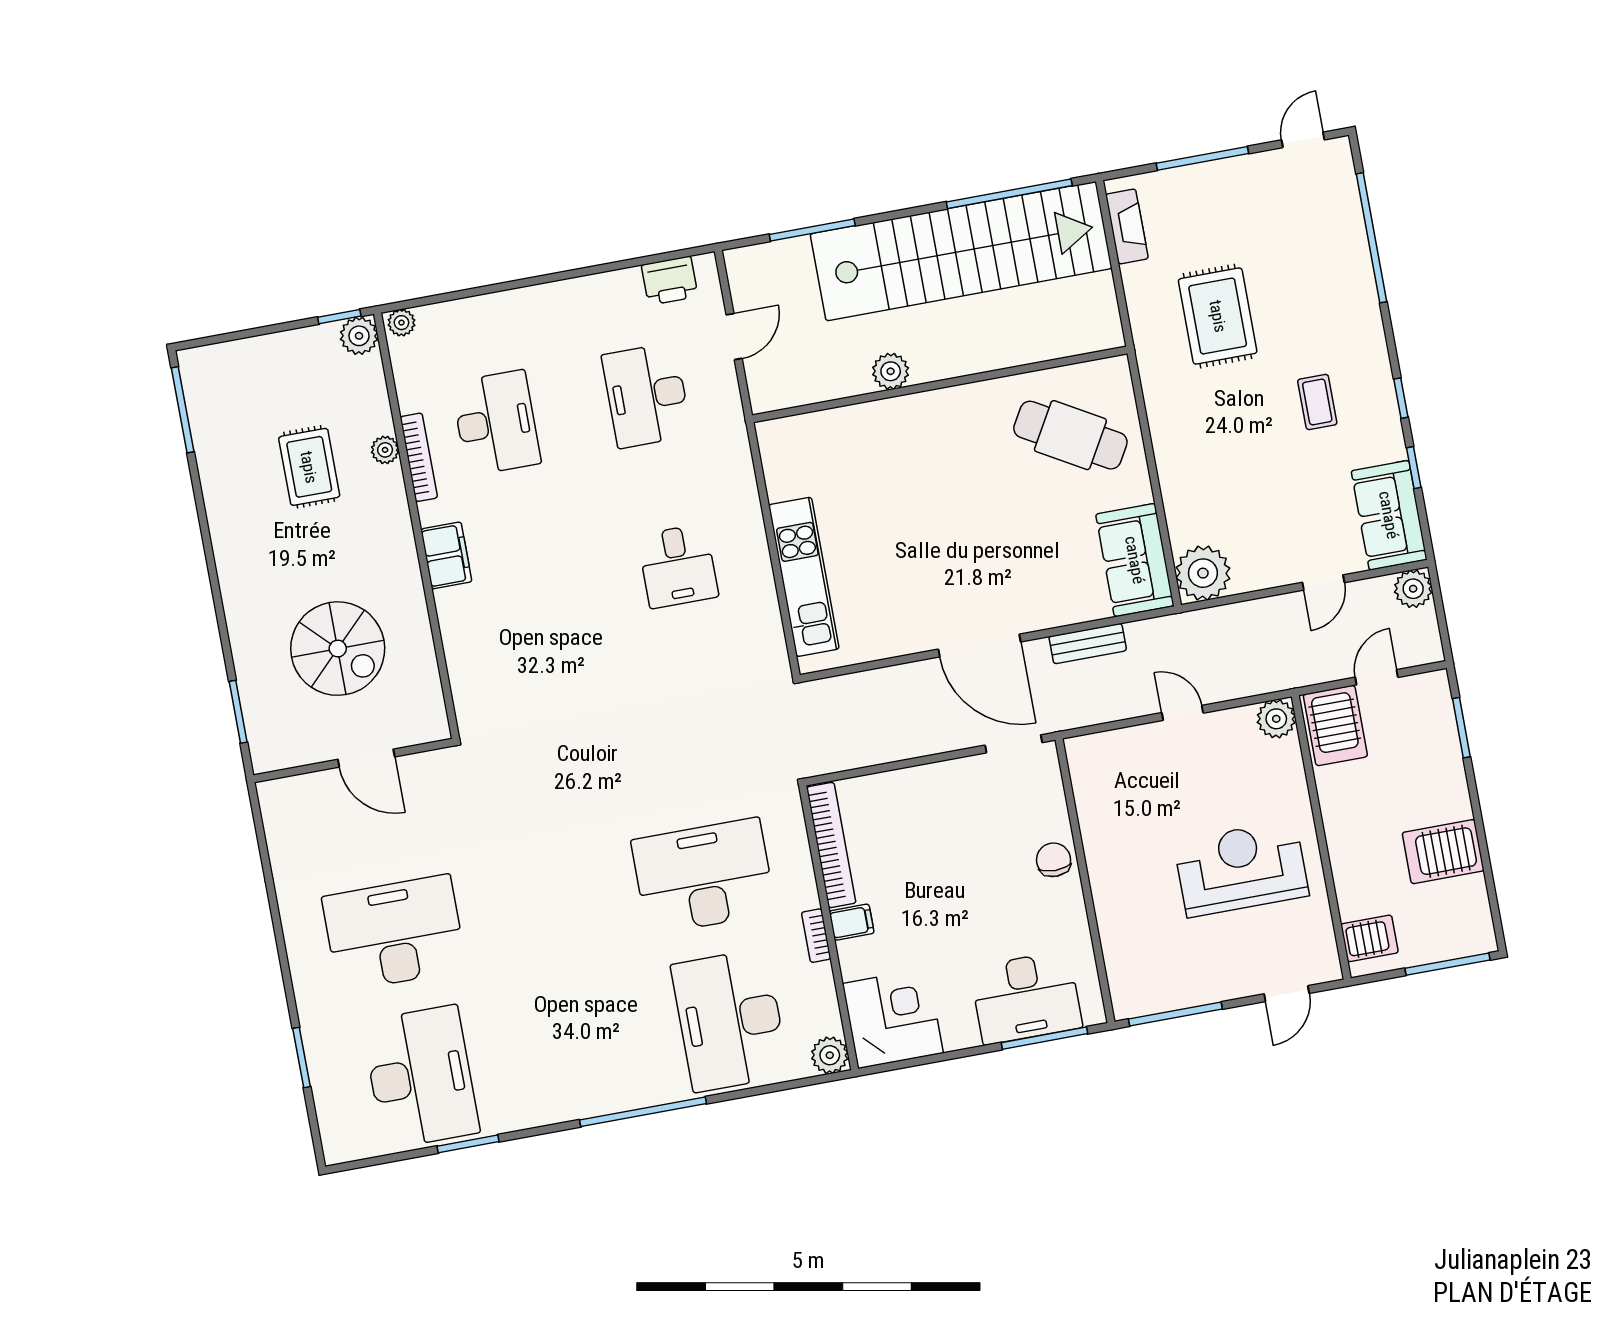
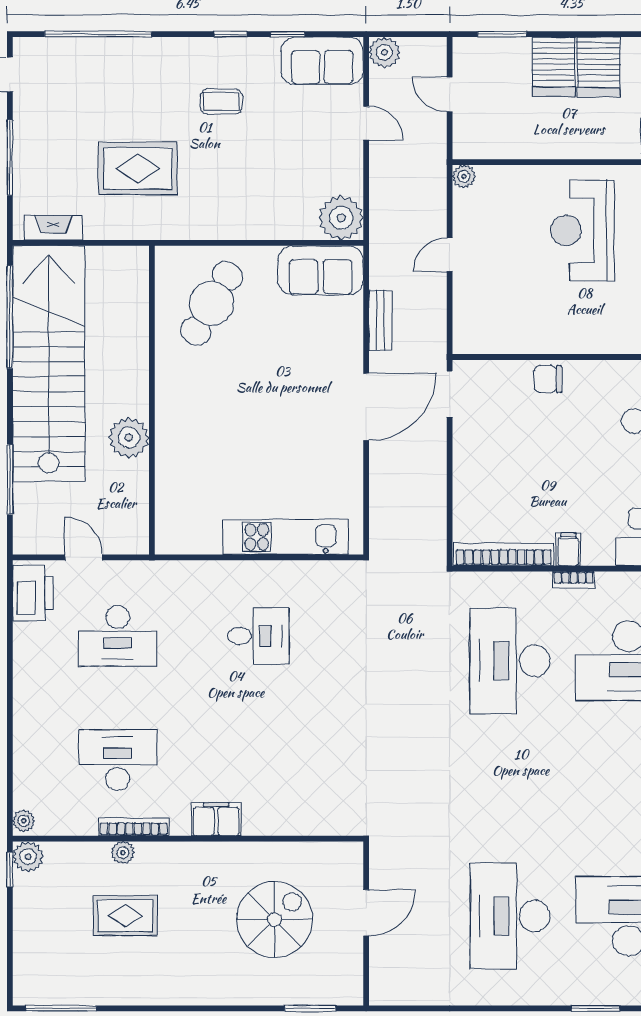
printer: (670, 281) -> (33, 593), width x1.37, depth x1.19
plant: (891, 371) -> (129, 438), width x1.36, depth x1.36
plant: (1276, 719) -> (464, 176), width x0.73, depth x0.73
server rack: (1335, 725) -> (554, 67), moved, turned 90

